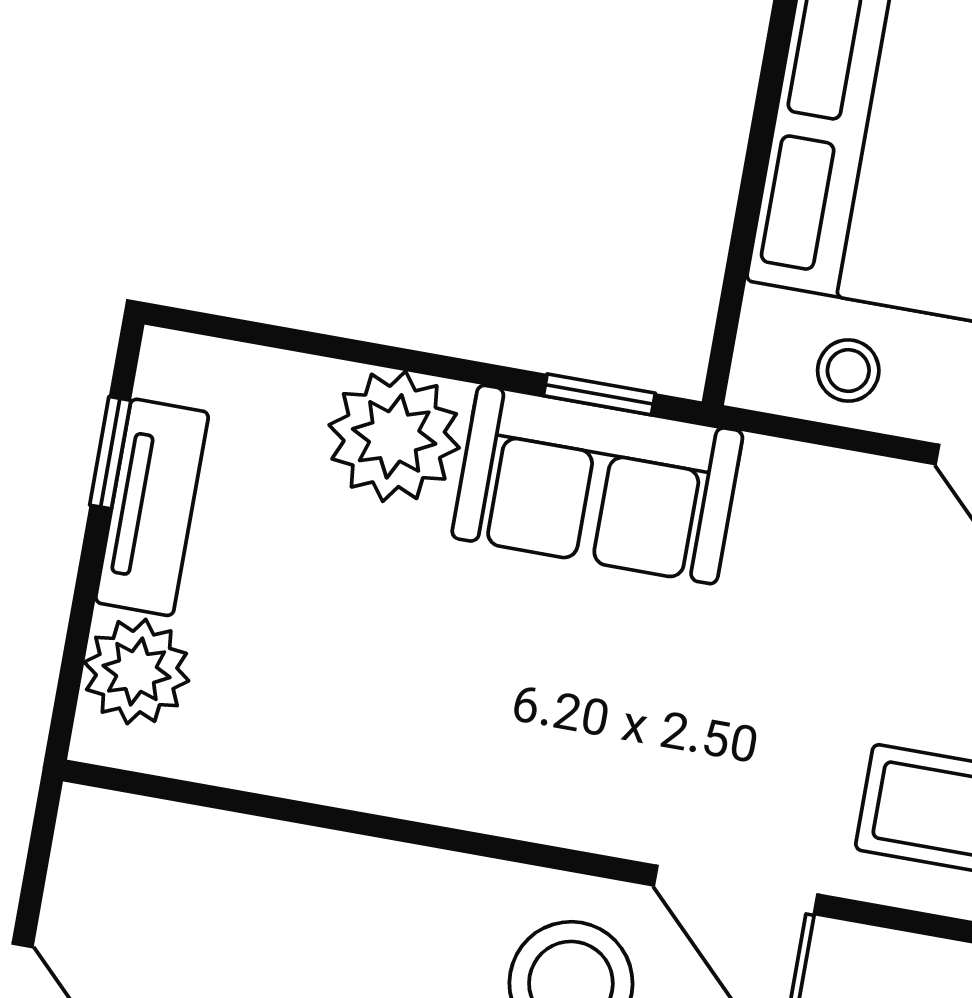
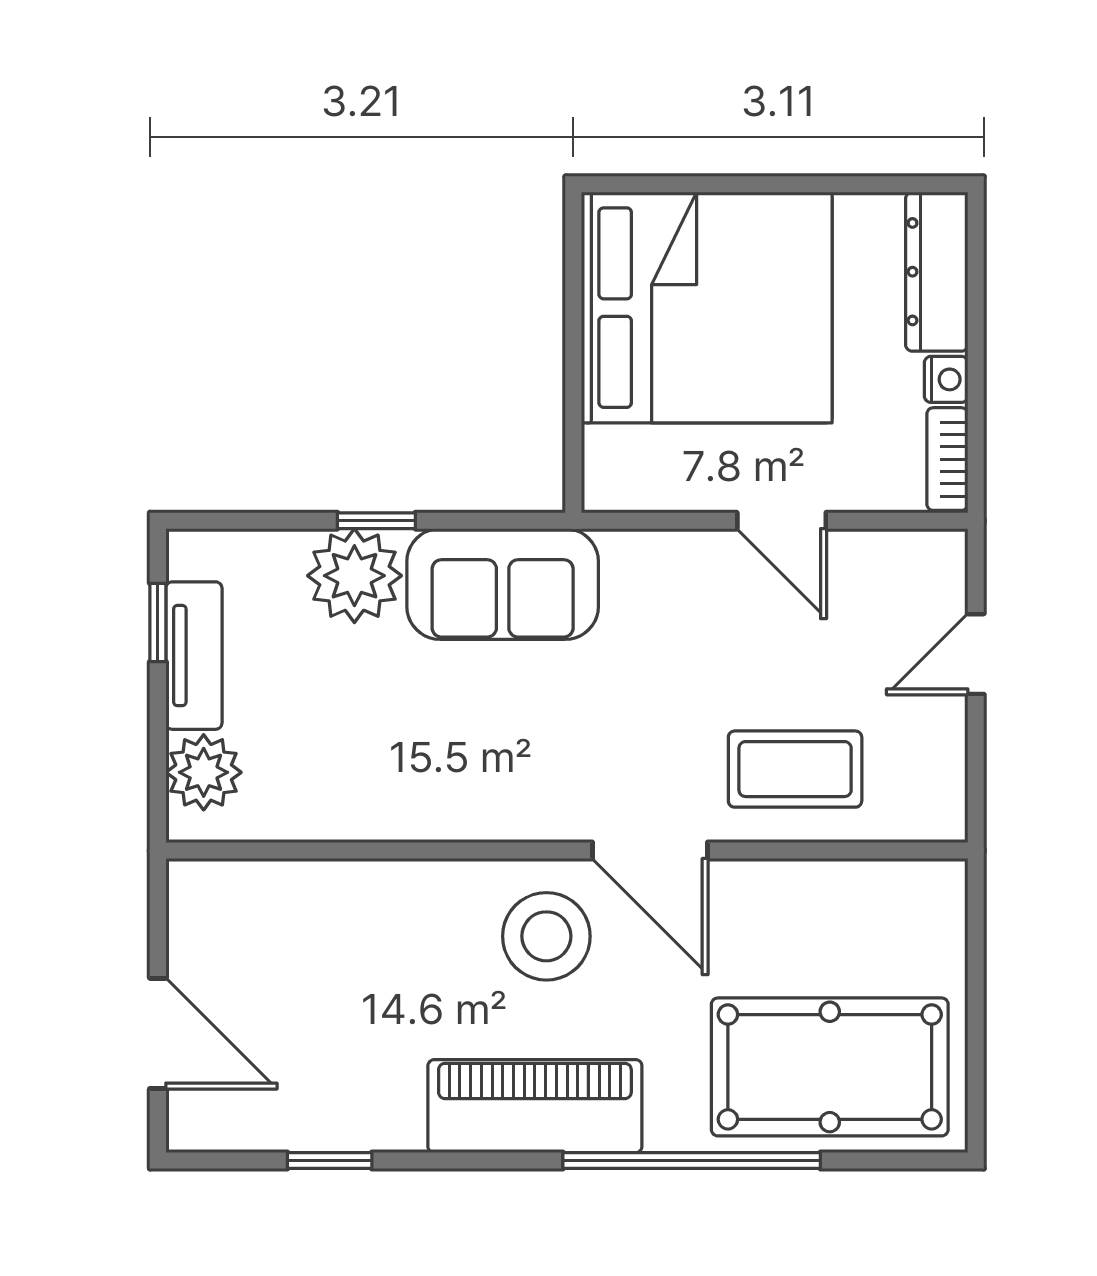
stool: (848, 371) -> (664, 473), removed
window: (599, 394) -> (376, 521), moved

